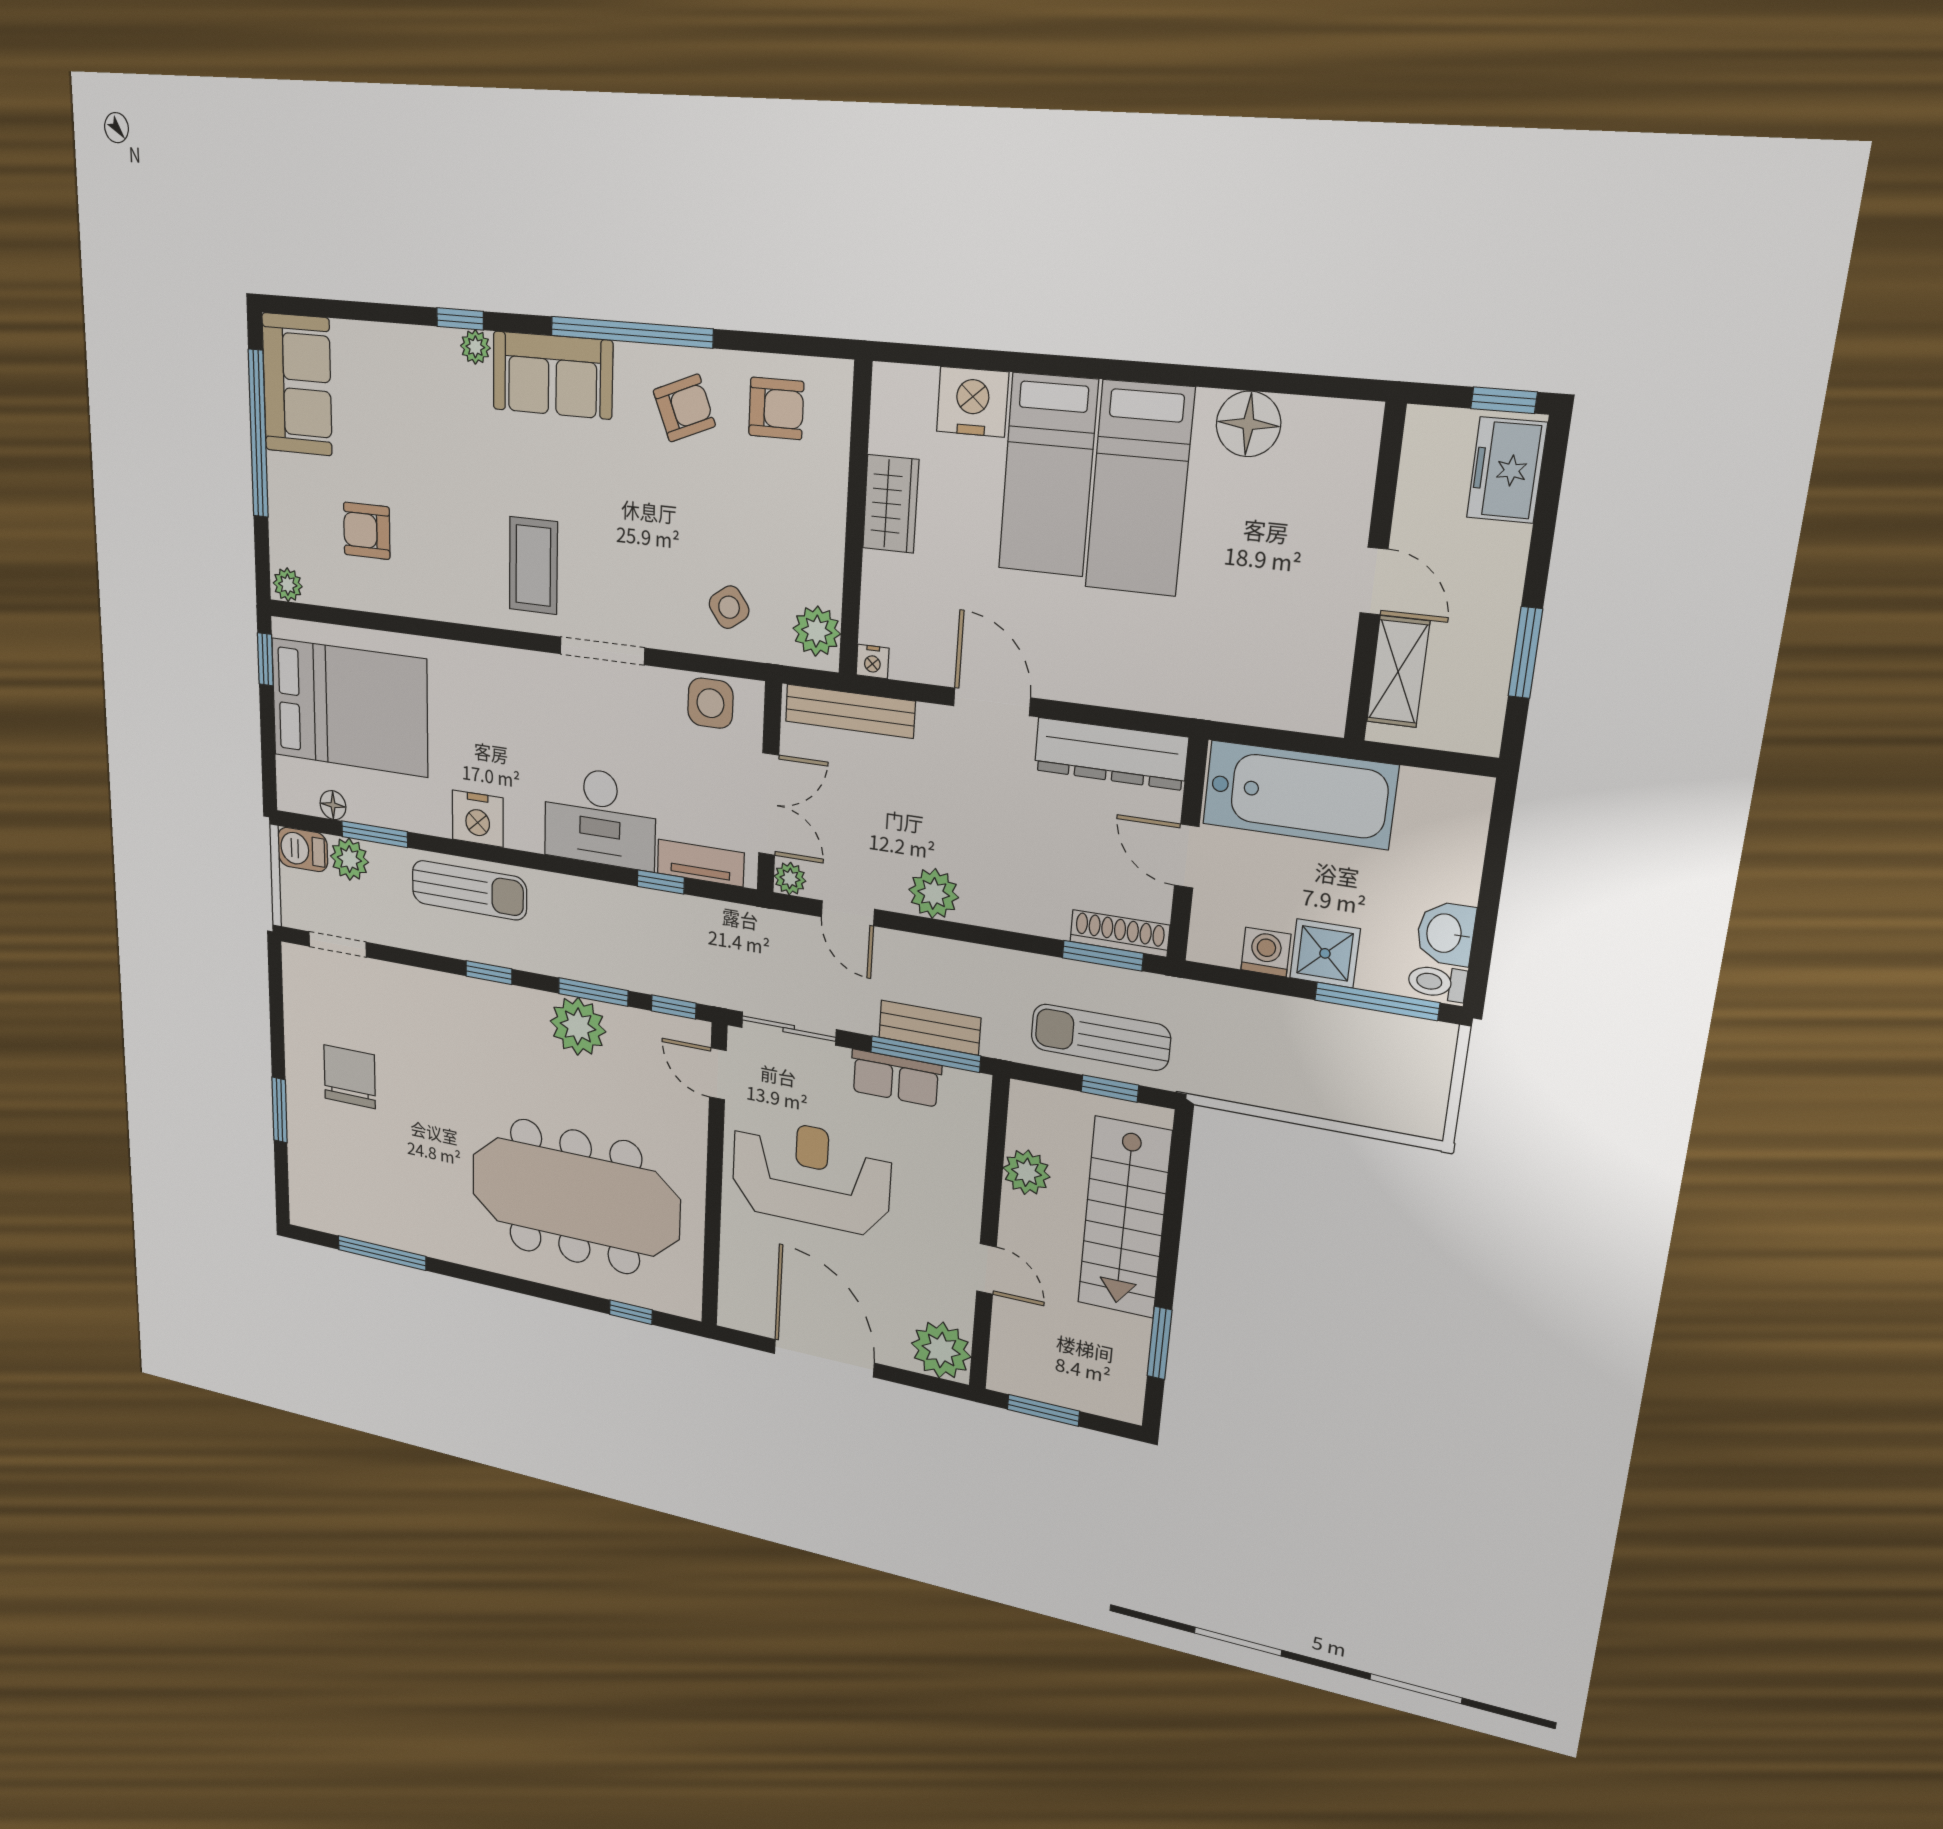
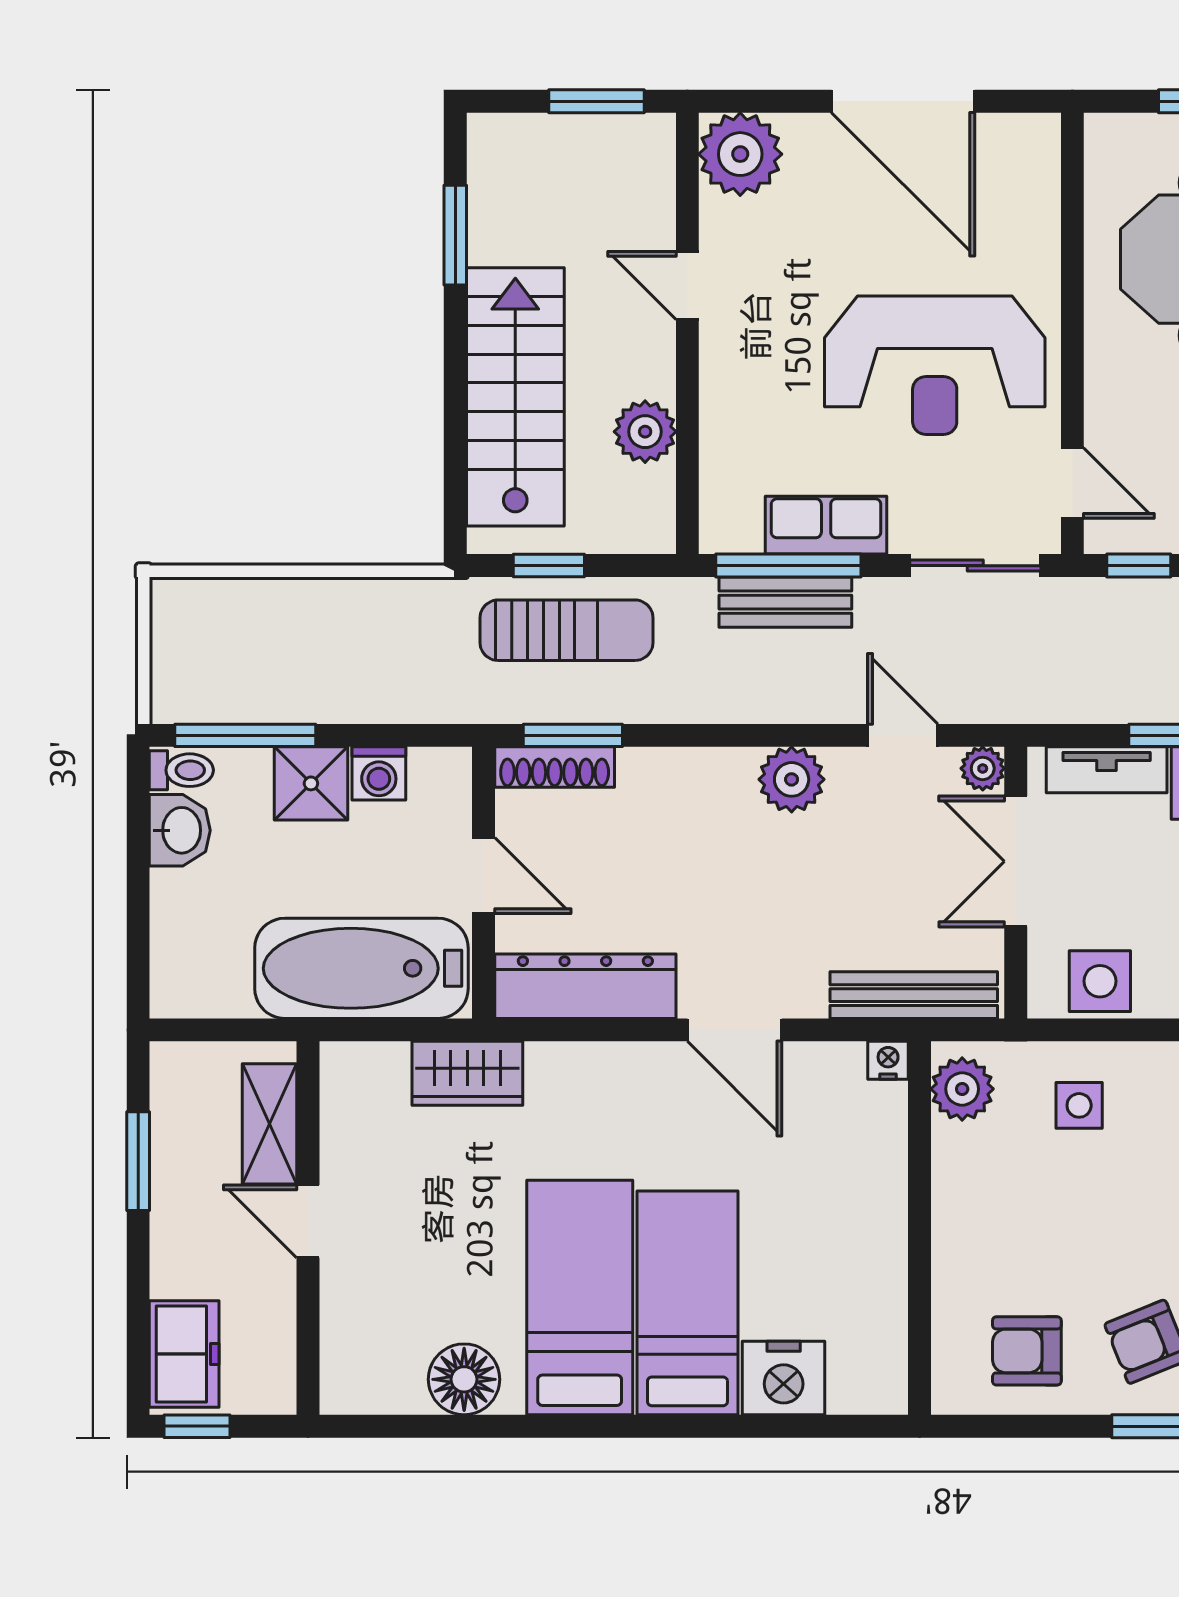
wardrobe: (891, 504) -> (467, 1073), moved, turned -90
side table: (729, 607) -> (1079, 1105), turned 36

